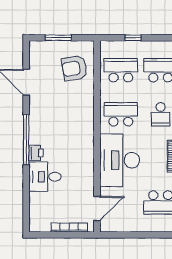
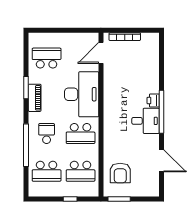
window: (58, 38) -> (119, 199), moved
armchair: (74, 68) -> (120, 173), turned 99
desk: (45, 177) -> (145, 121), moved

